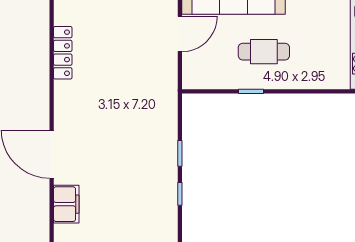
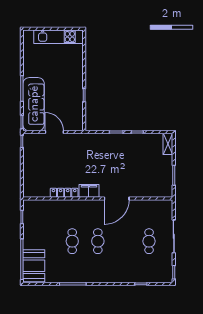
cafe table: (264, 52) -> (64, 89), removed
filing cabinet: (66, 204) -> (89, 191), moved

